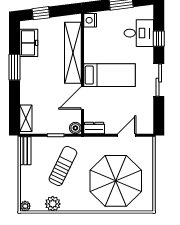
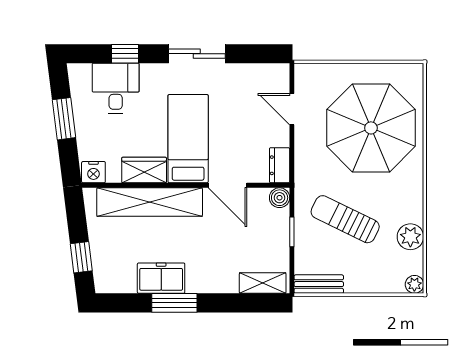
freezer: (29, 43) -> (161, 278), moved
wardrobe: (91, 50) -> (144, 170), added

